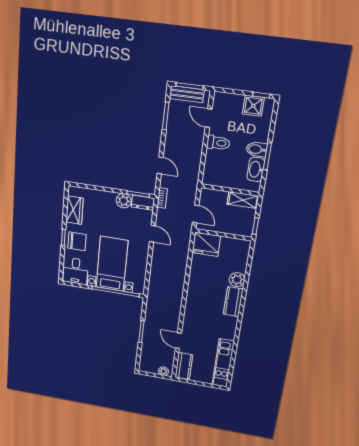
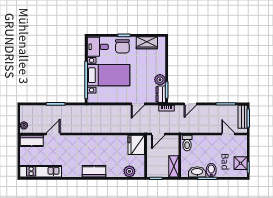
door: (209, 118) -> (228, 134), hinge flipped
toilet: (218, 143) -> (187, 143), moved
plant: (237, 280) -> (129, 171), moved

